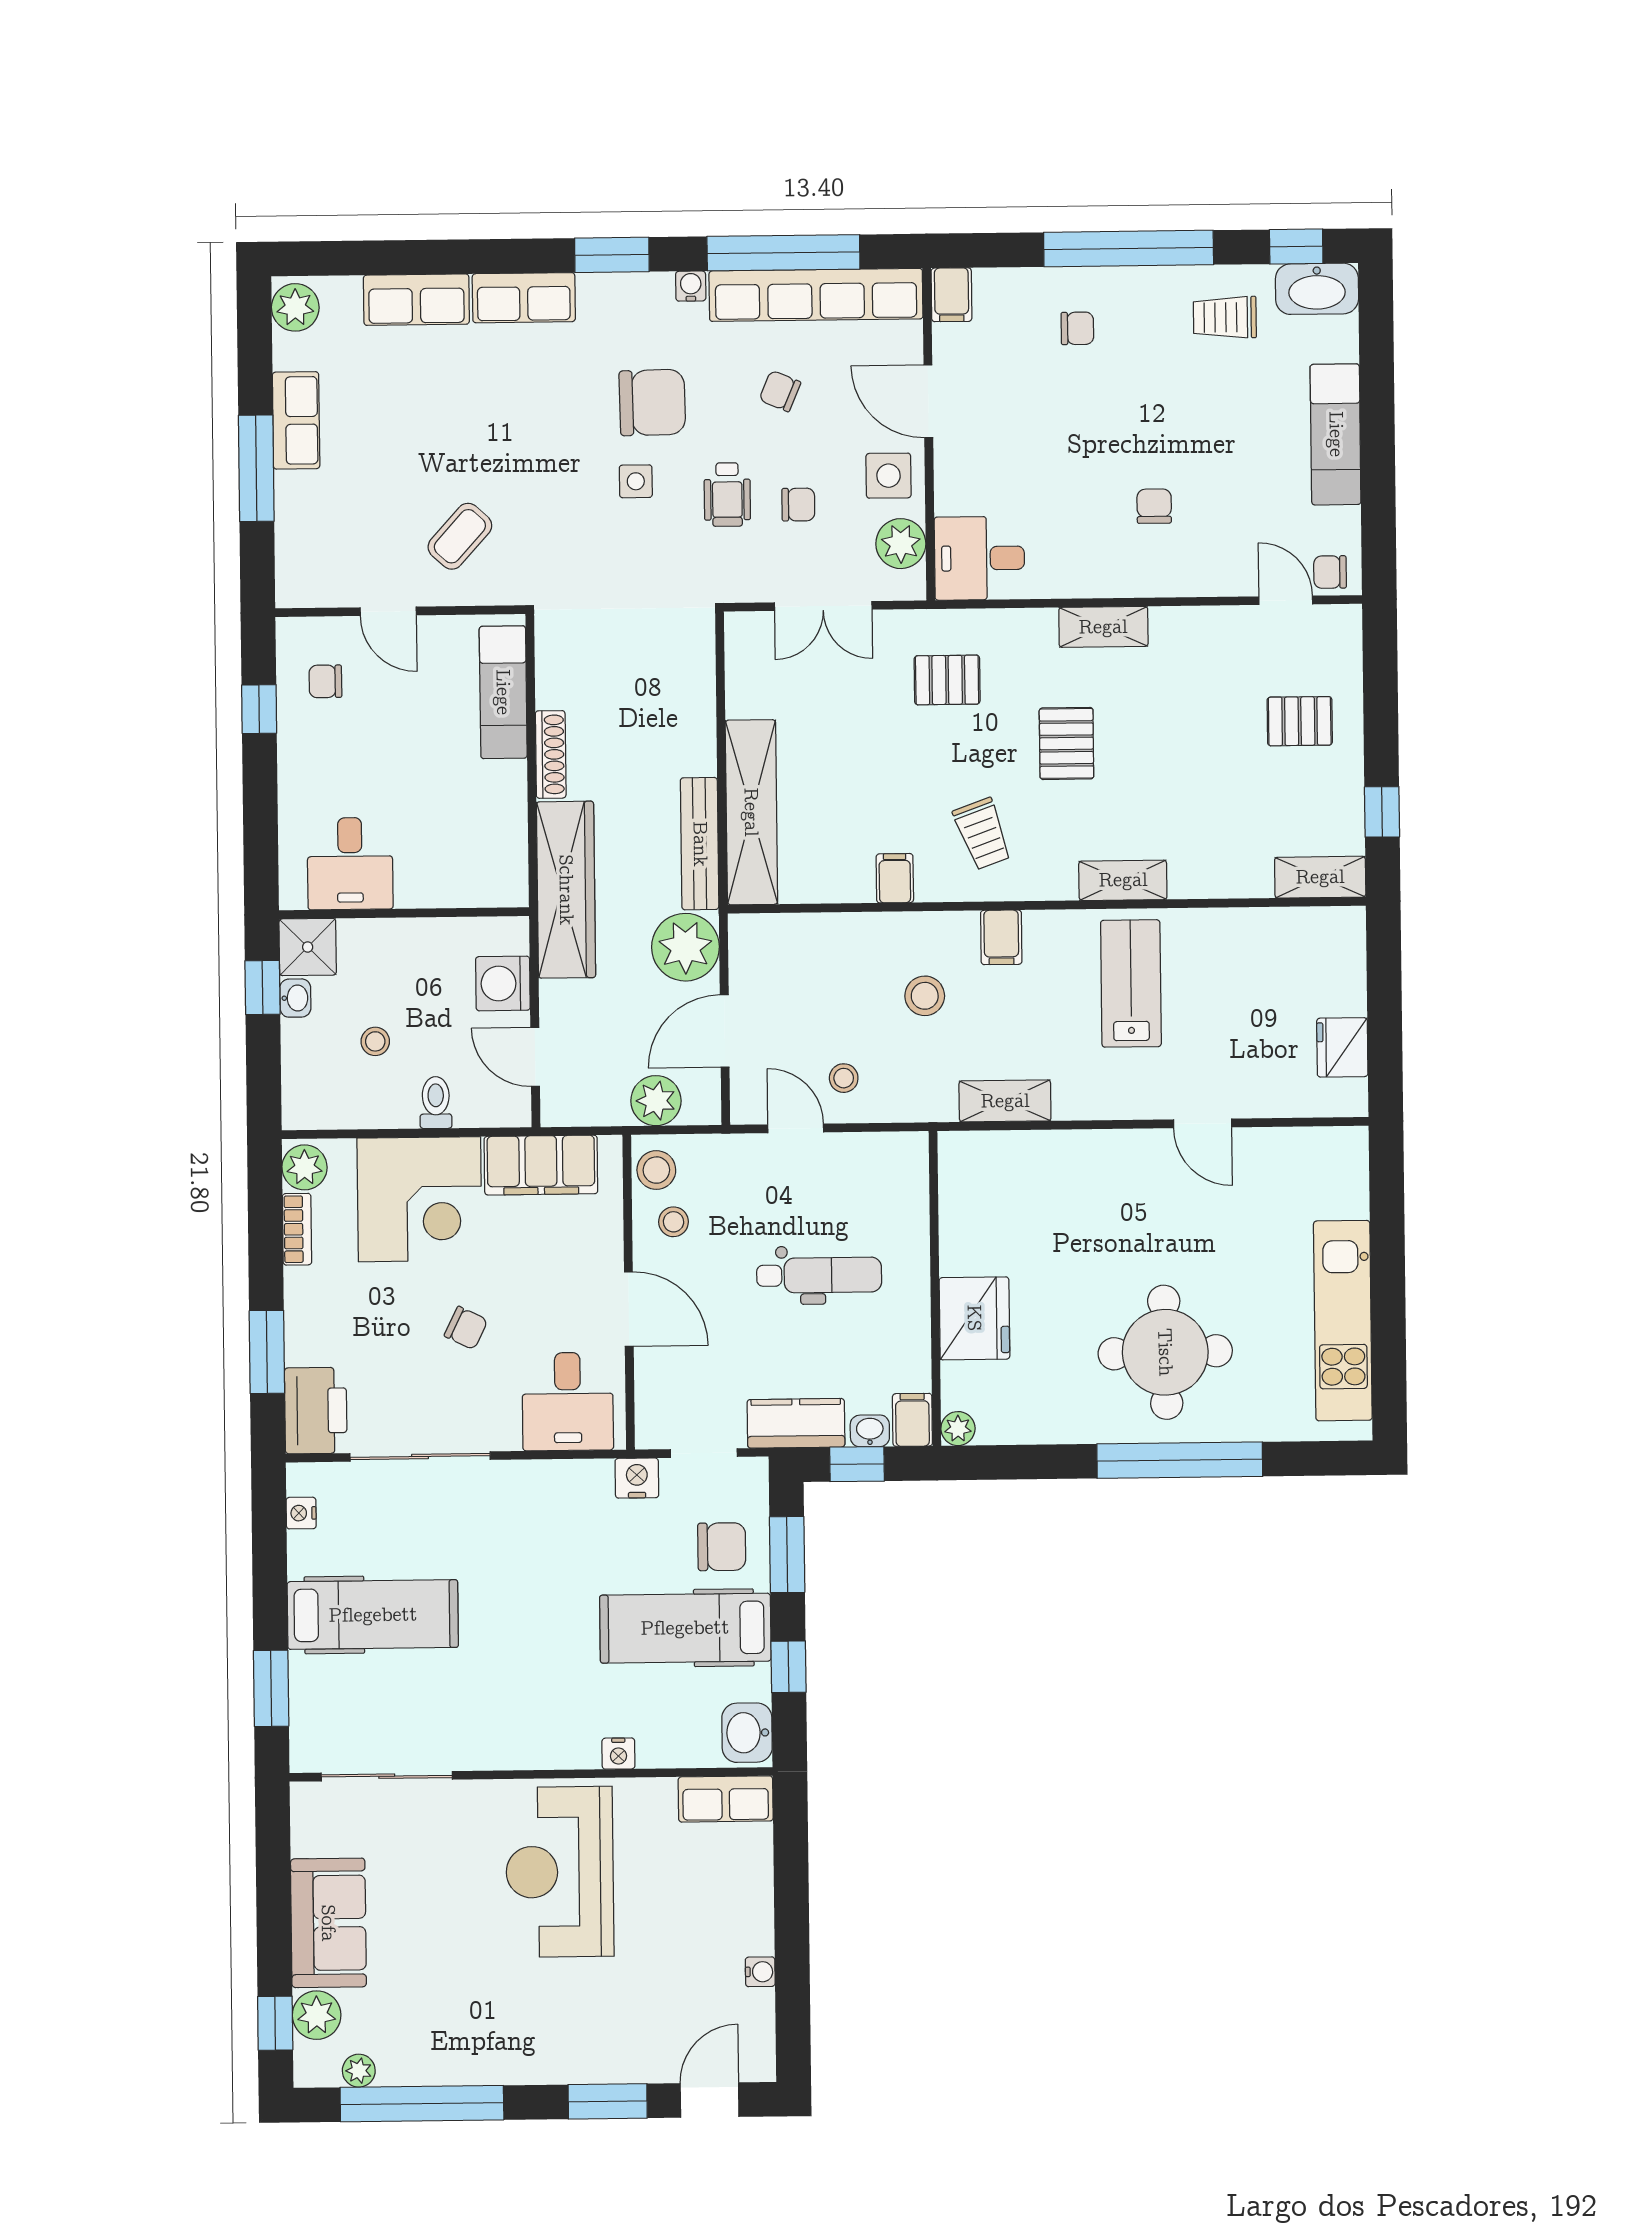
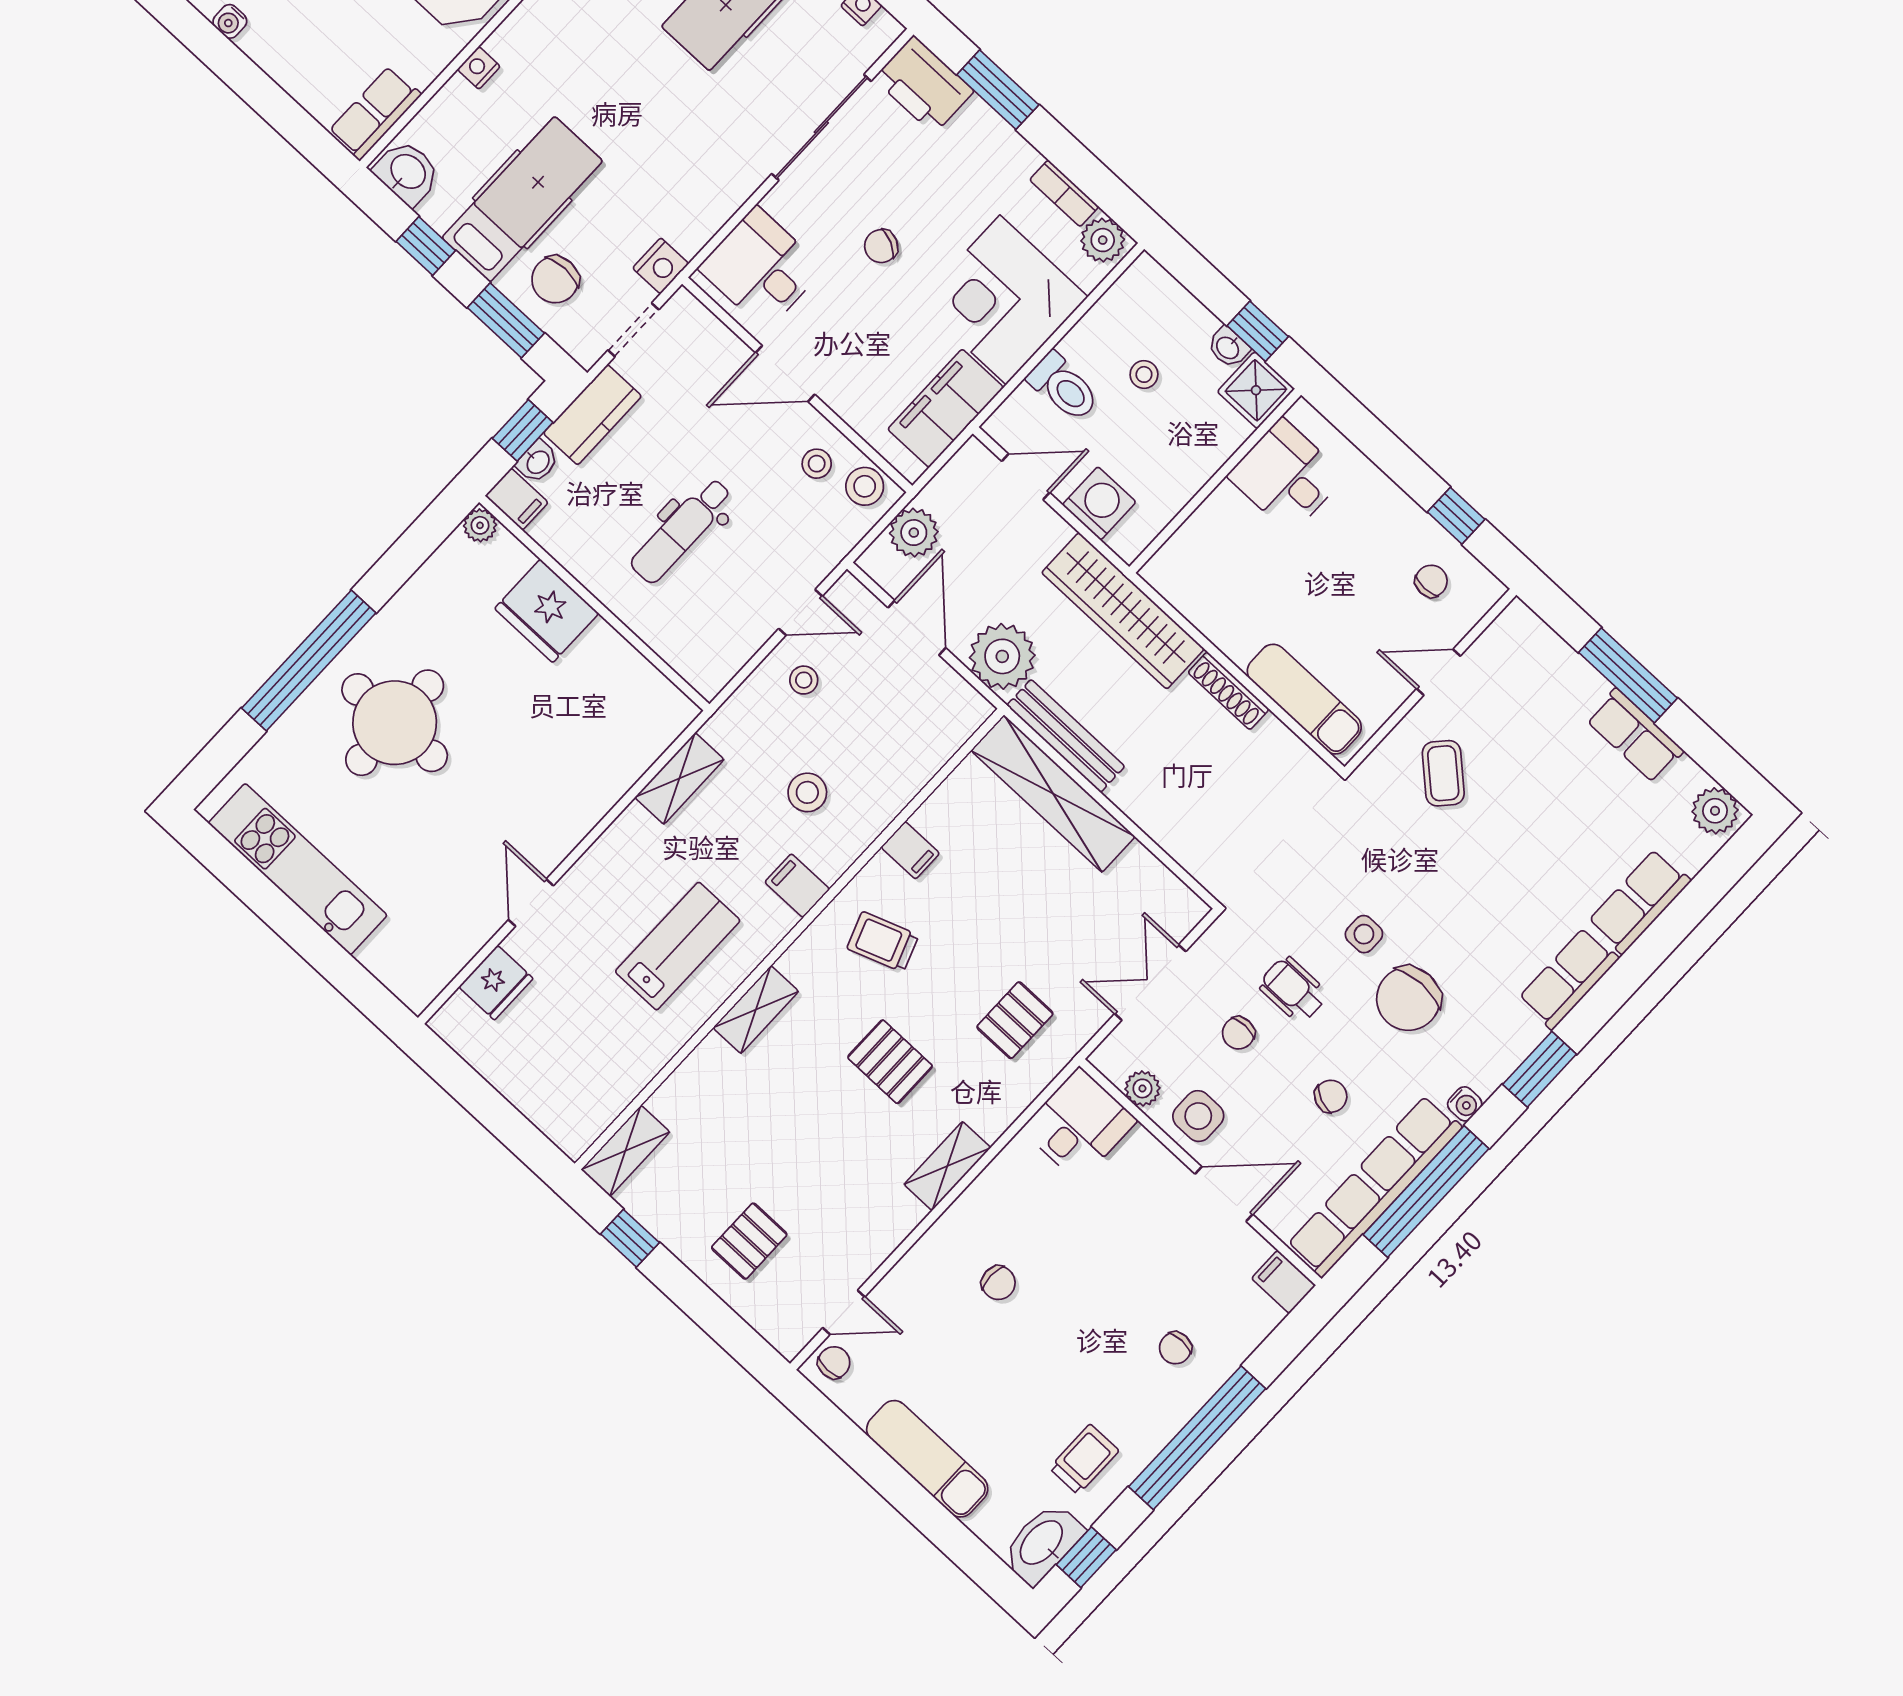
plant: (901, 544) -> (1142, 1088), width x0.73, depth x0.73
lab bench: (1131, 983) -> (678, 946), turned -90
fridge: (1342, 1047) -> (496, 983), moved, turned 90
toilet: (436, 1103) -> (1063, 387), width x1.37, depth x1.39
door: (1203, 1123) -> (531, 903), hinge flipped

